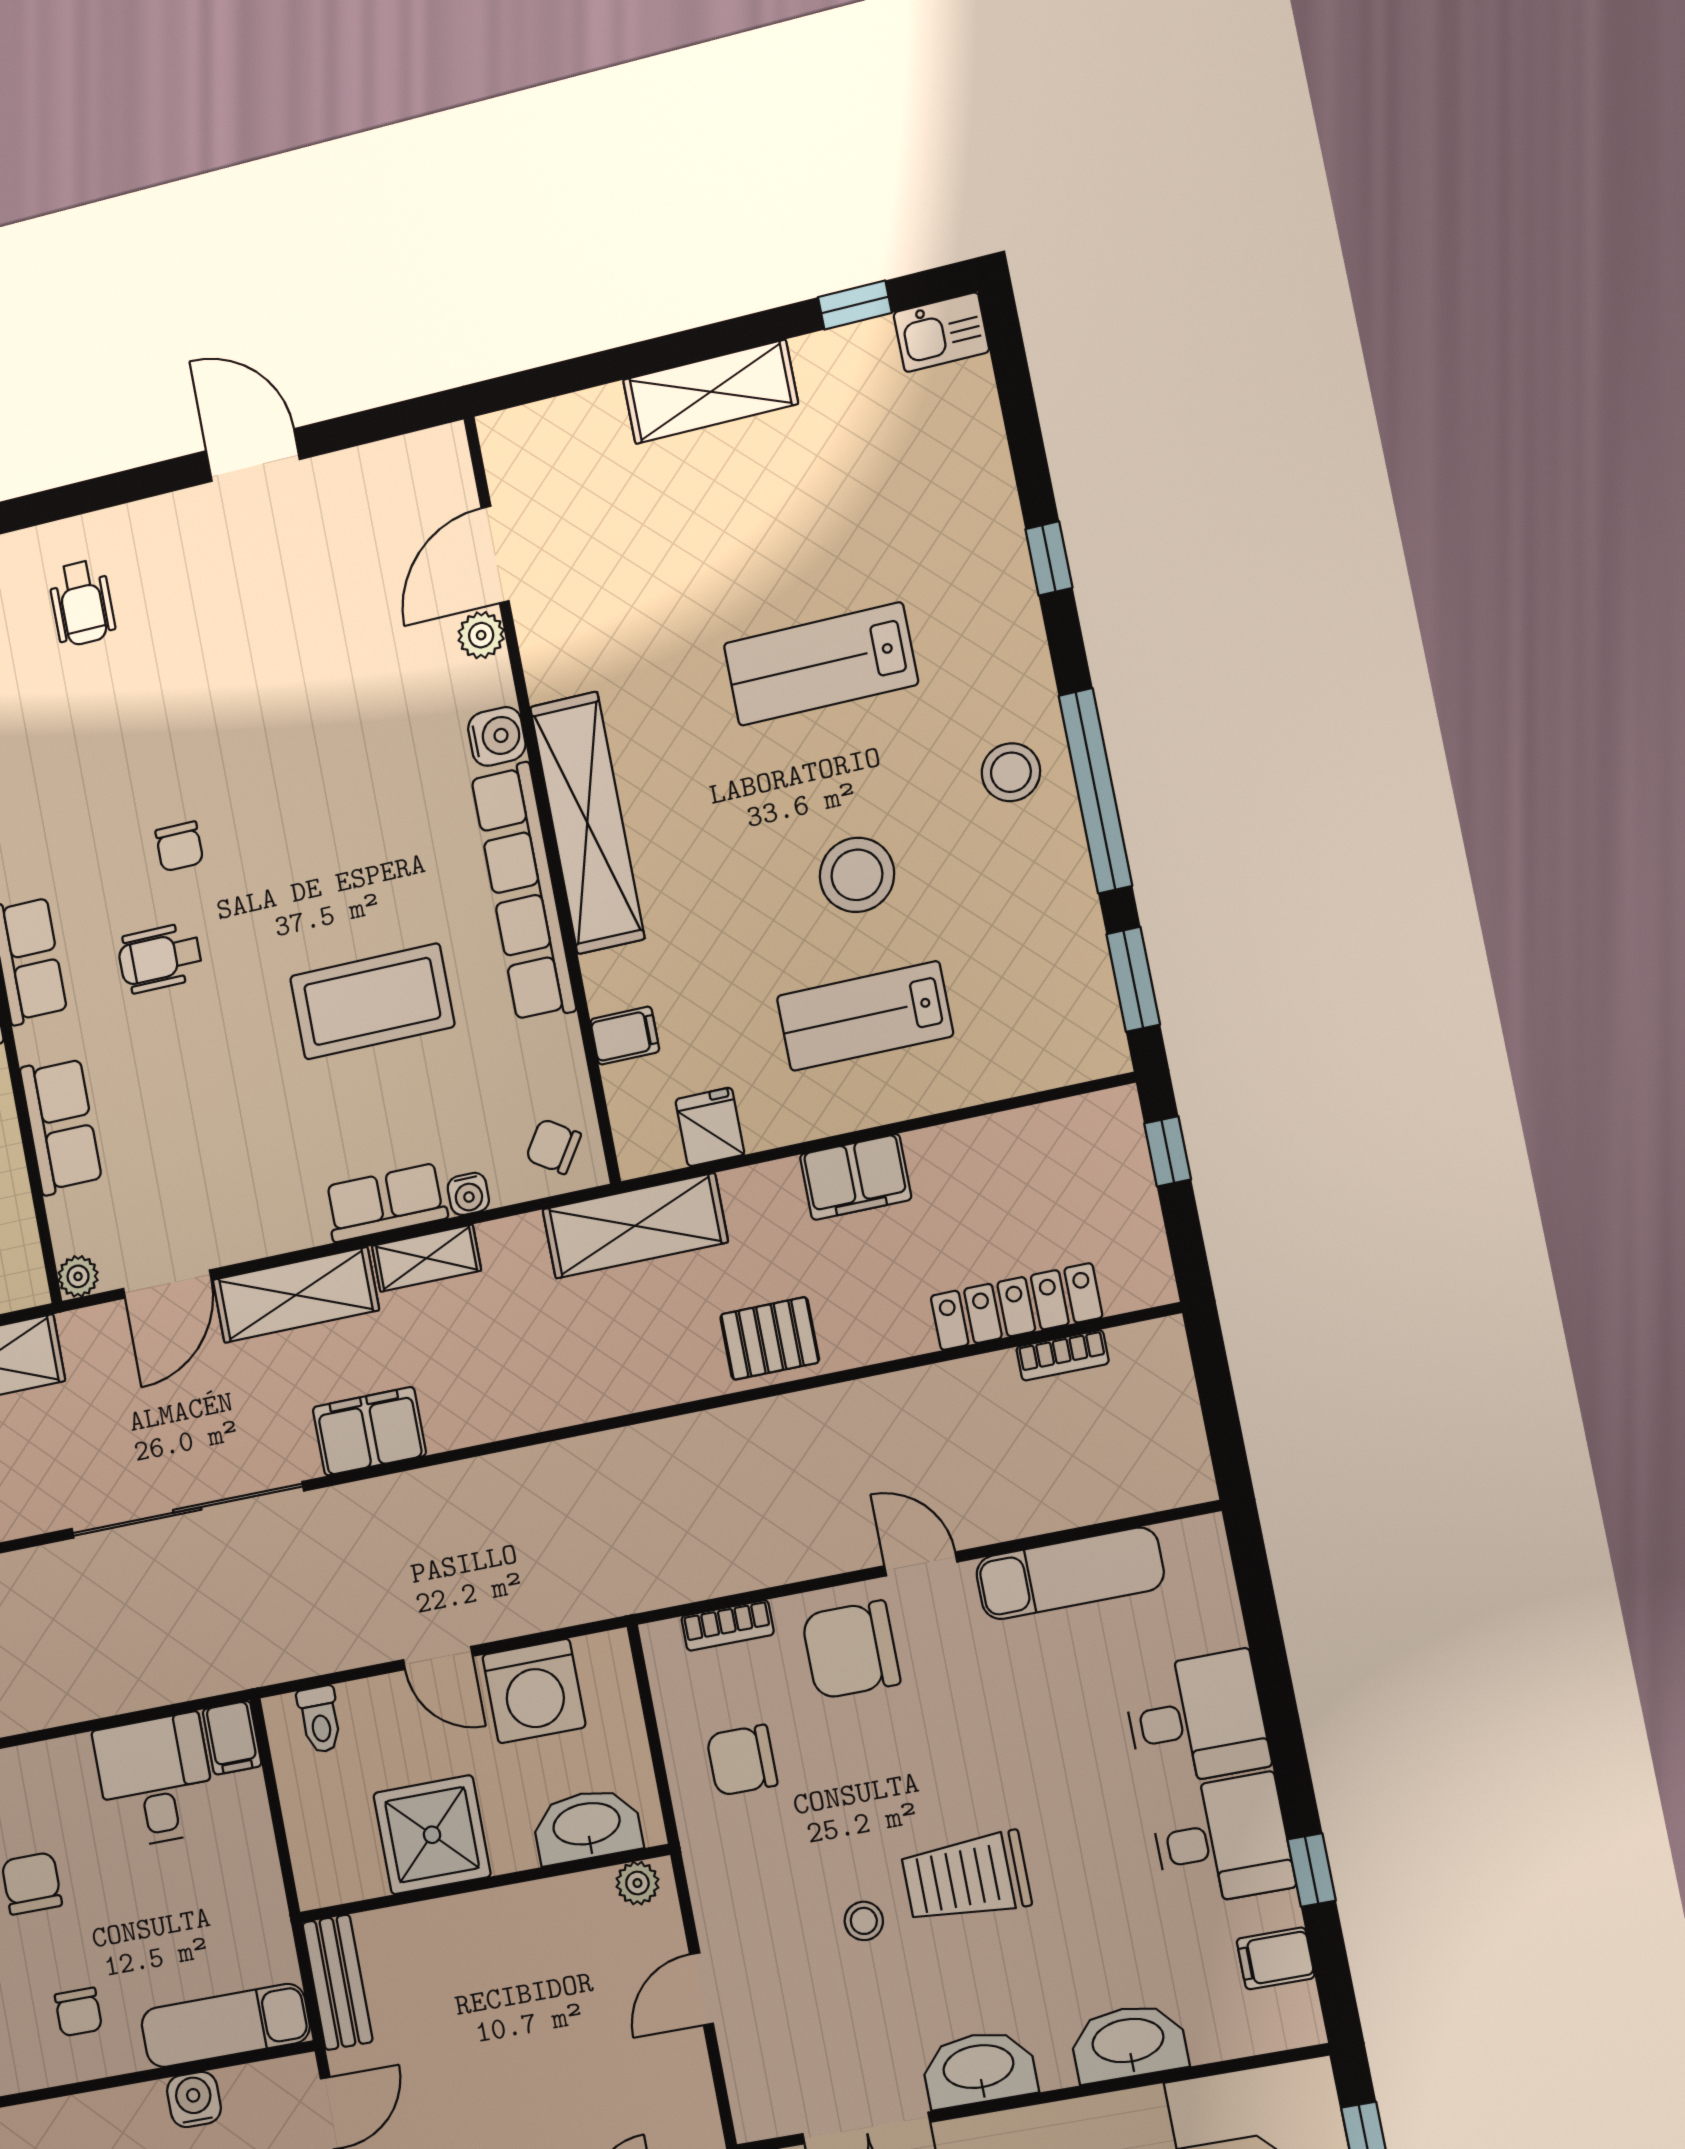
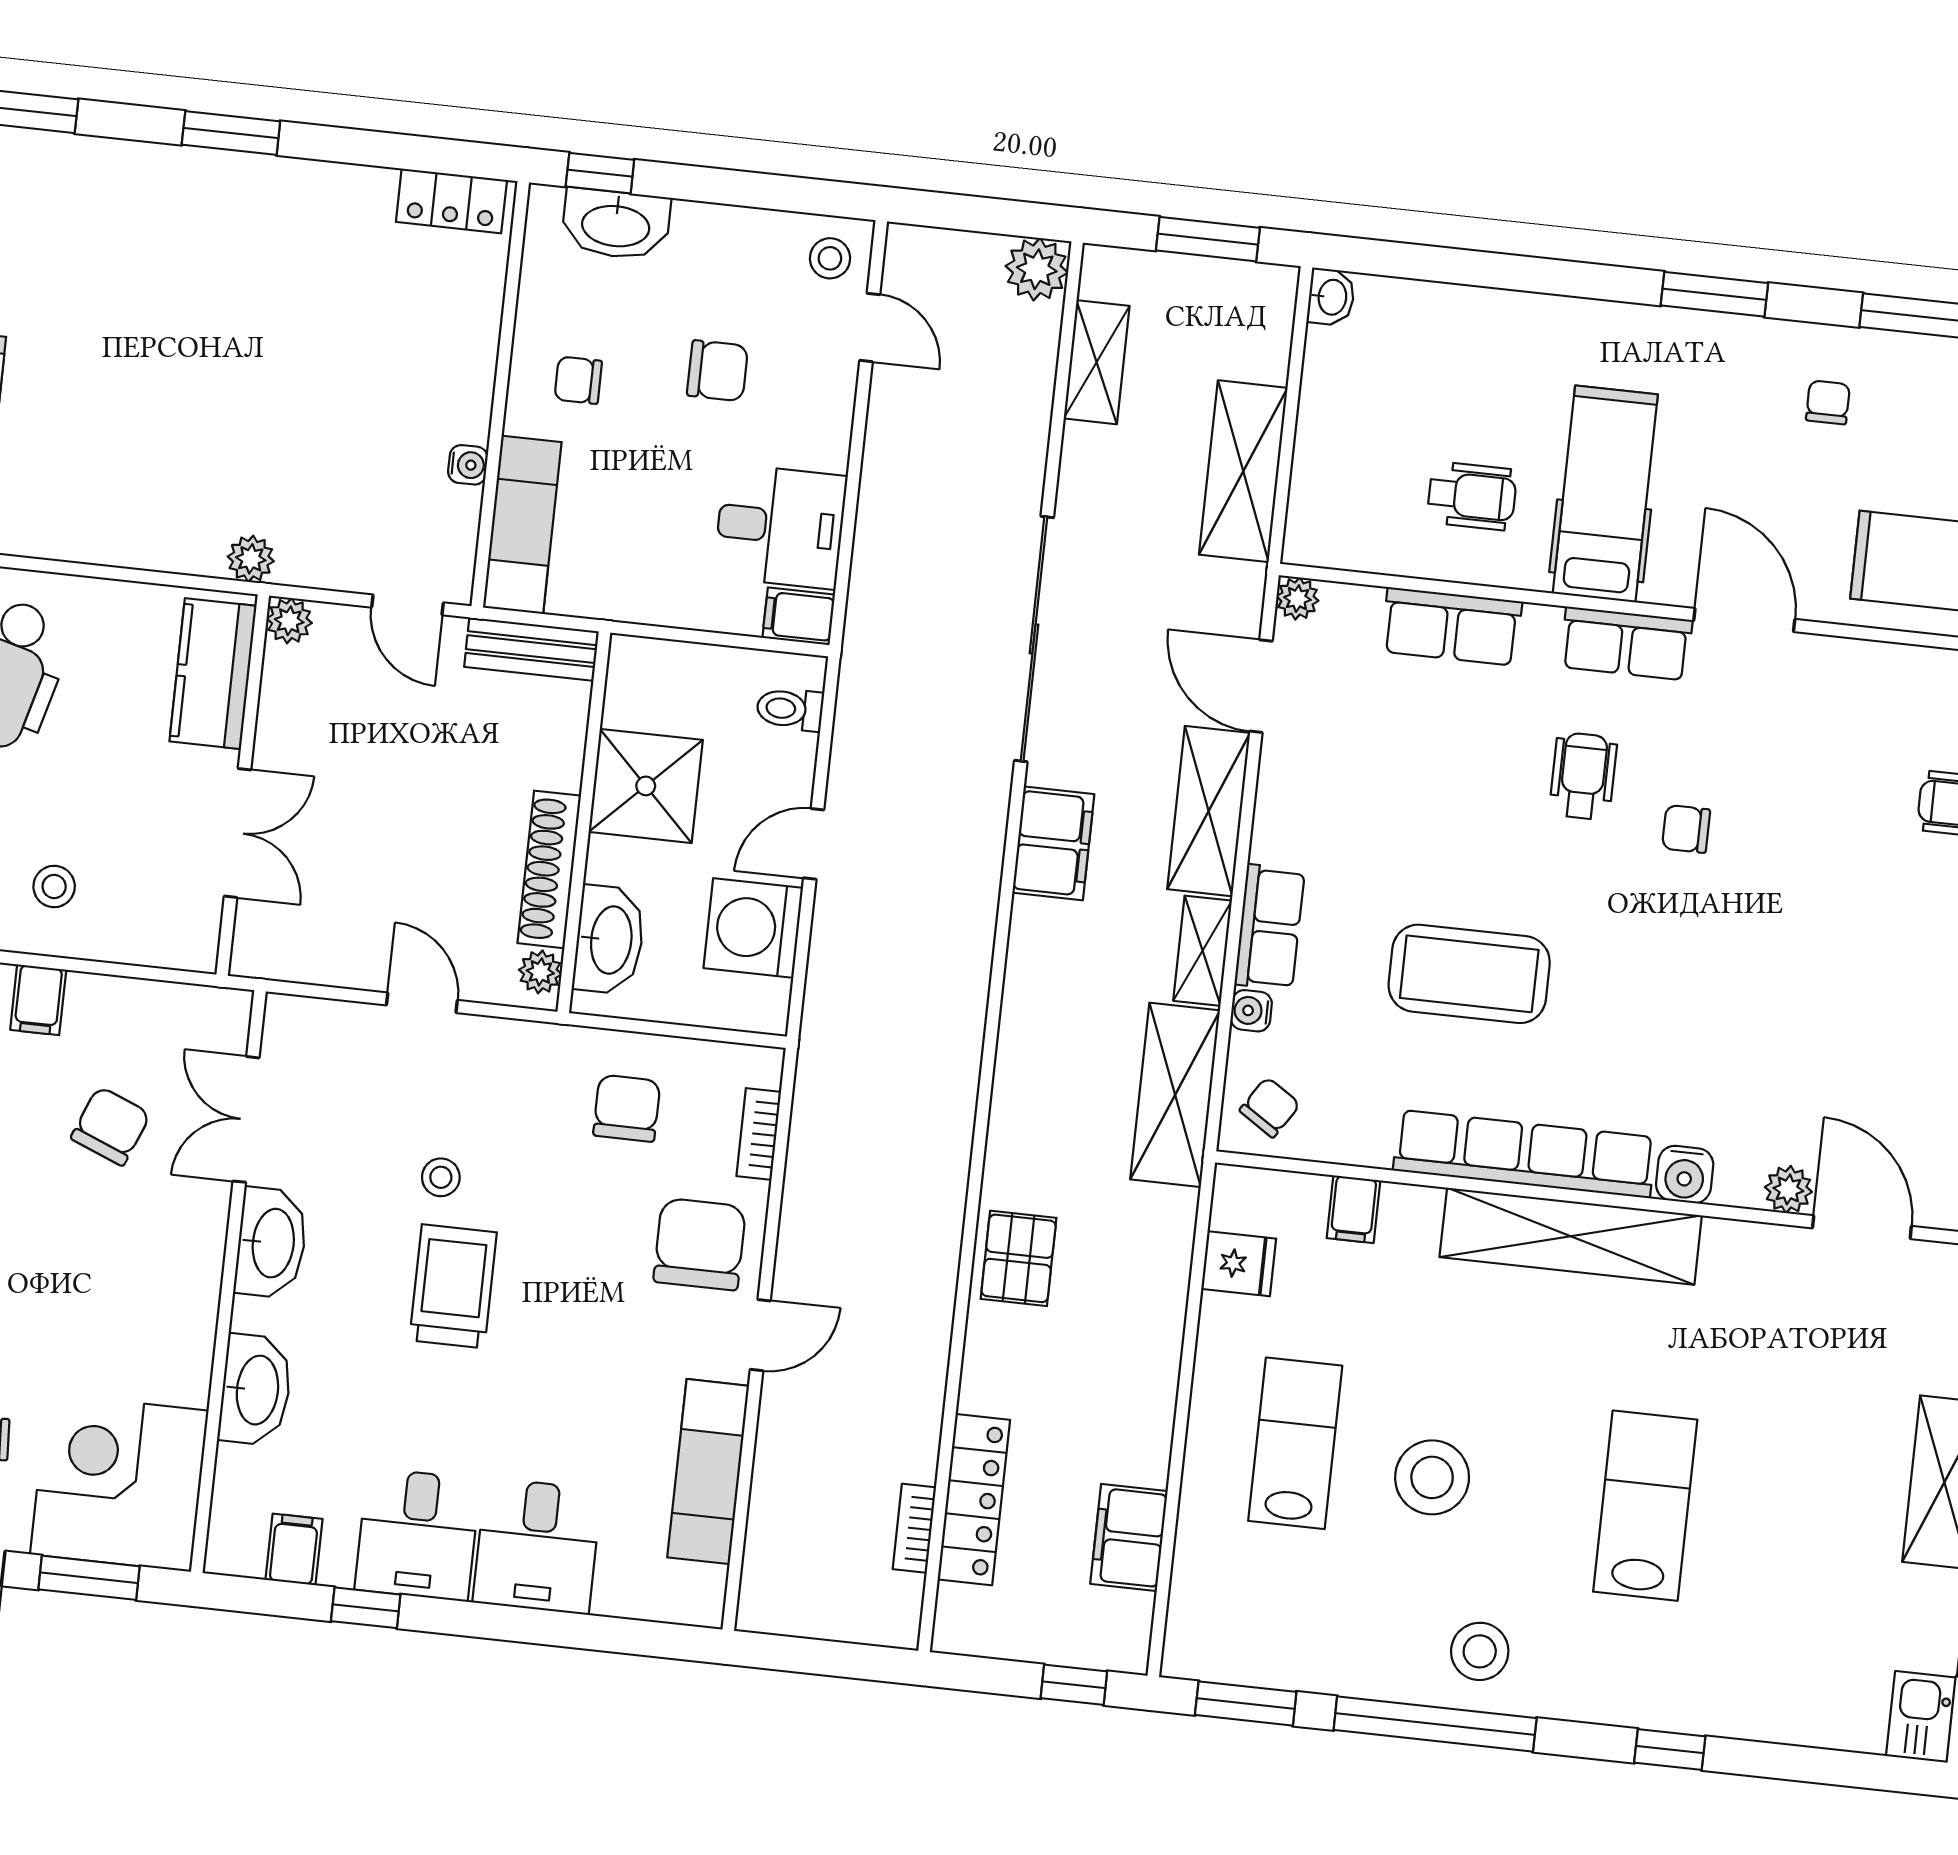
coffee table: (372, 1001) -> (1469, 974), turned 90
filing cabinet: (856, 1177) -> (1129, 1537), moved
shelving: (635, 1226) -> (1175, 1095), moved
shoe rack: (538, 1903) -> (549, 869), added
water cooler: (194, 2099) -> (468, 465), width x0.72, depth x0.72

